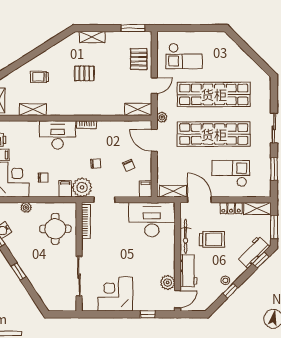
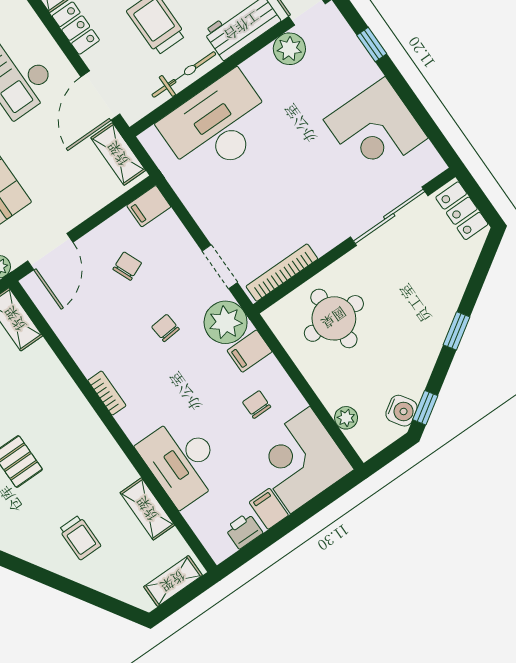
desk: (58, 135) -> (182, 461), moved
plant: (26, 207) -> (346, 418), moved
desk: (152, 220) -> (217, 126), moved, turned 90
locker: (62, 305) -> (462, 211), added

